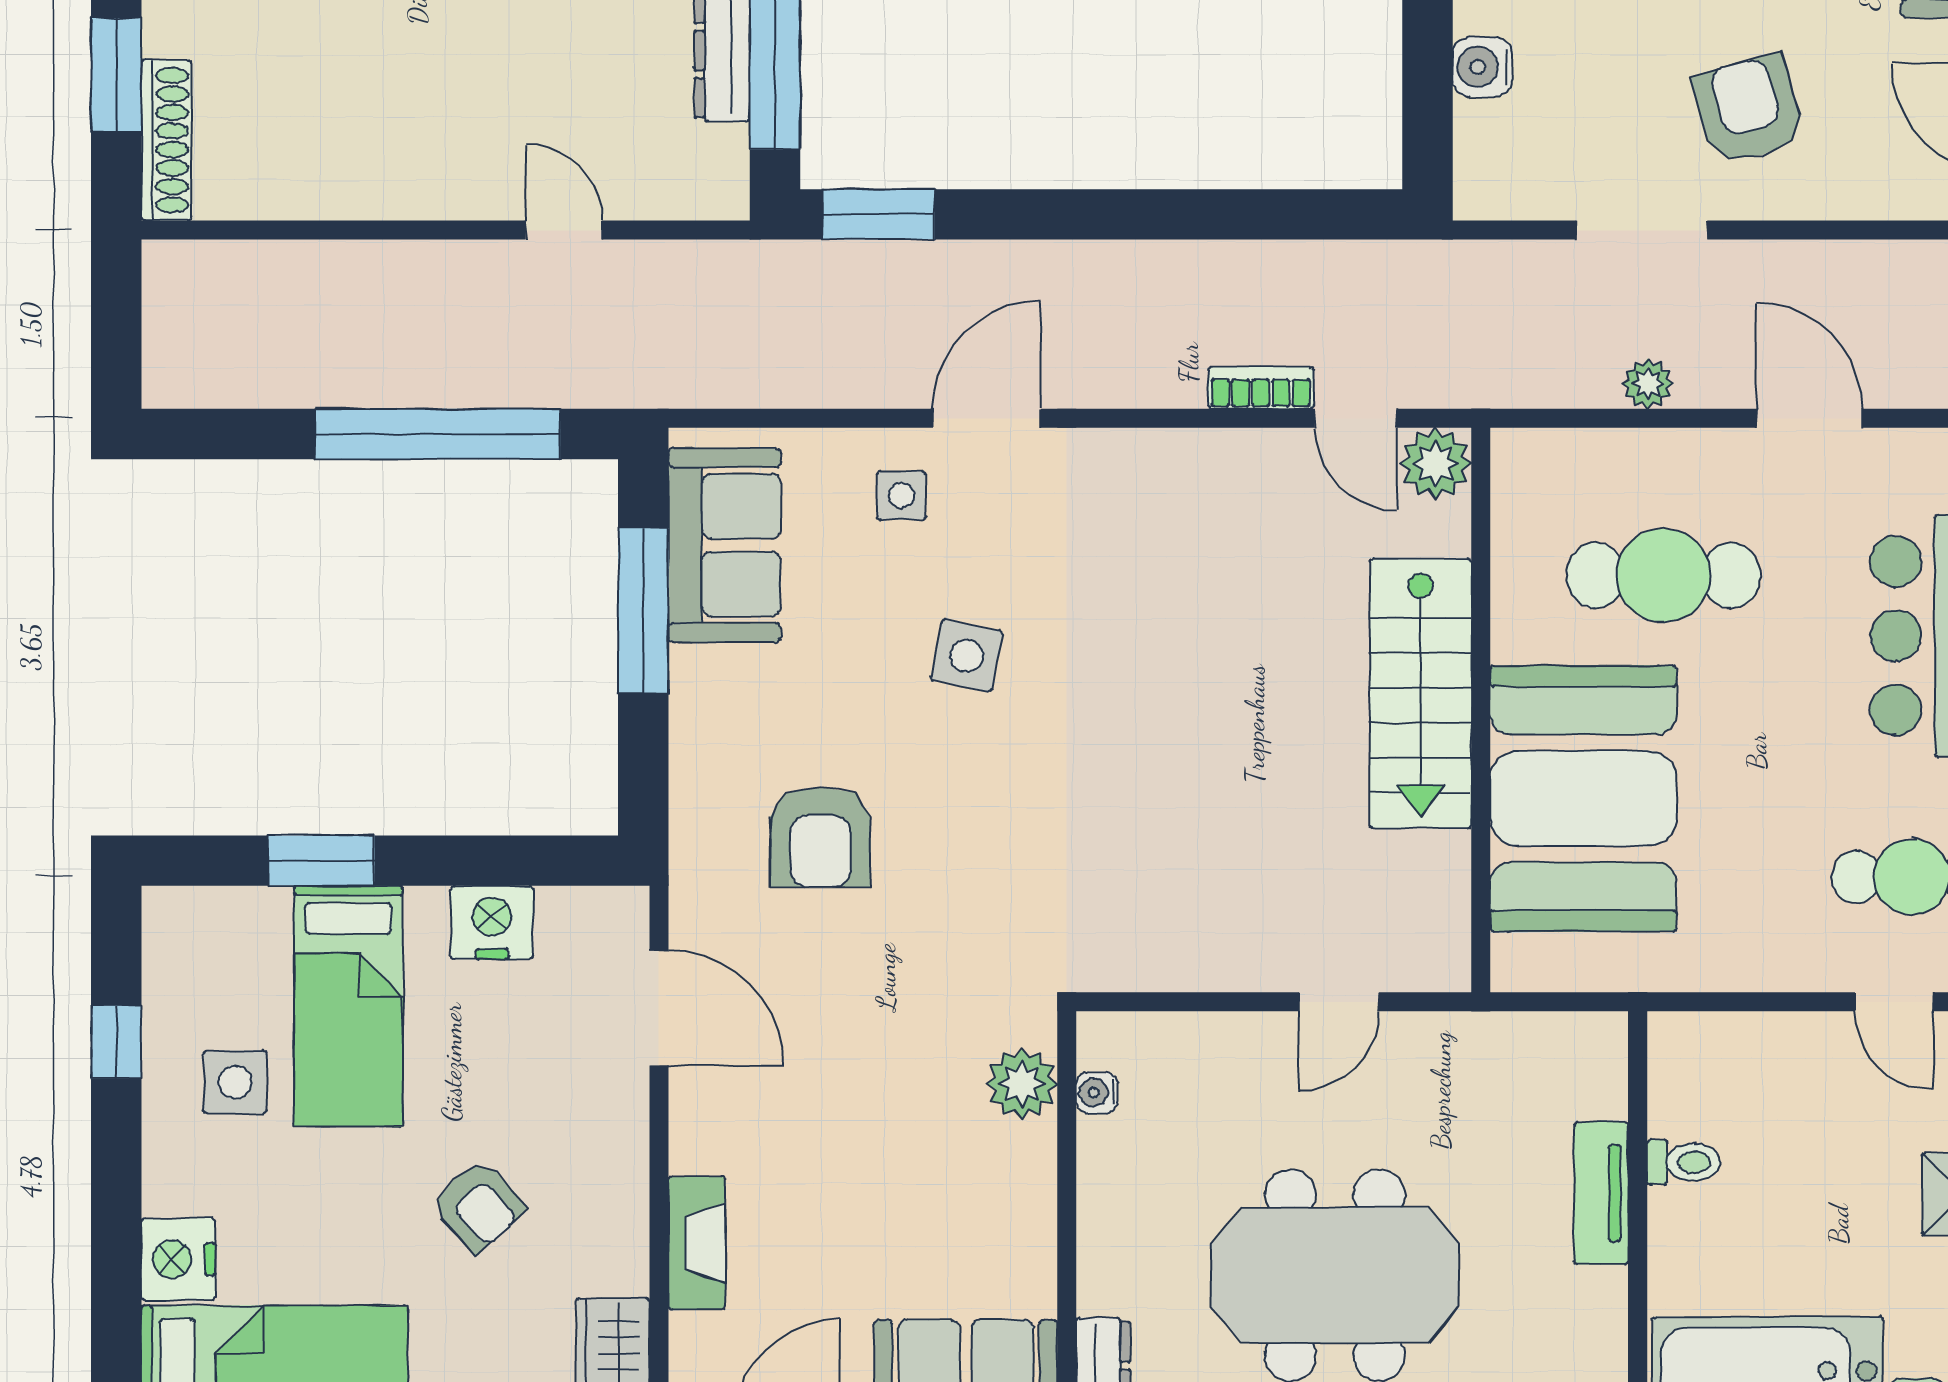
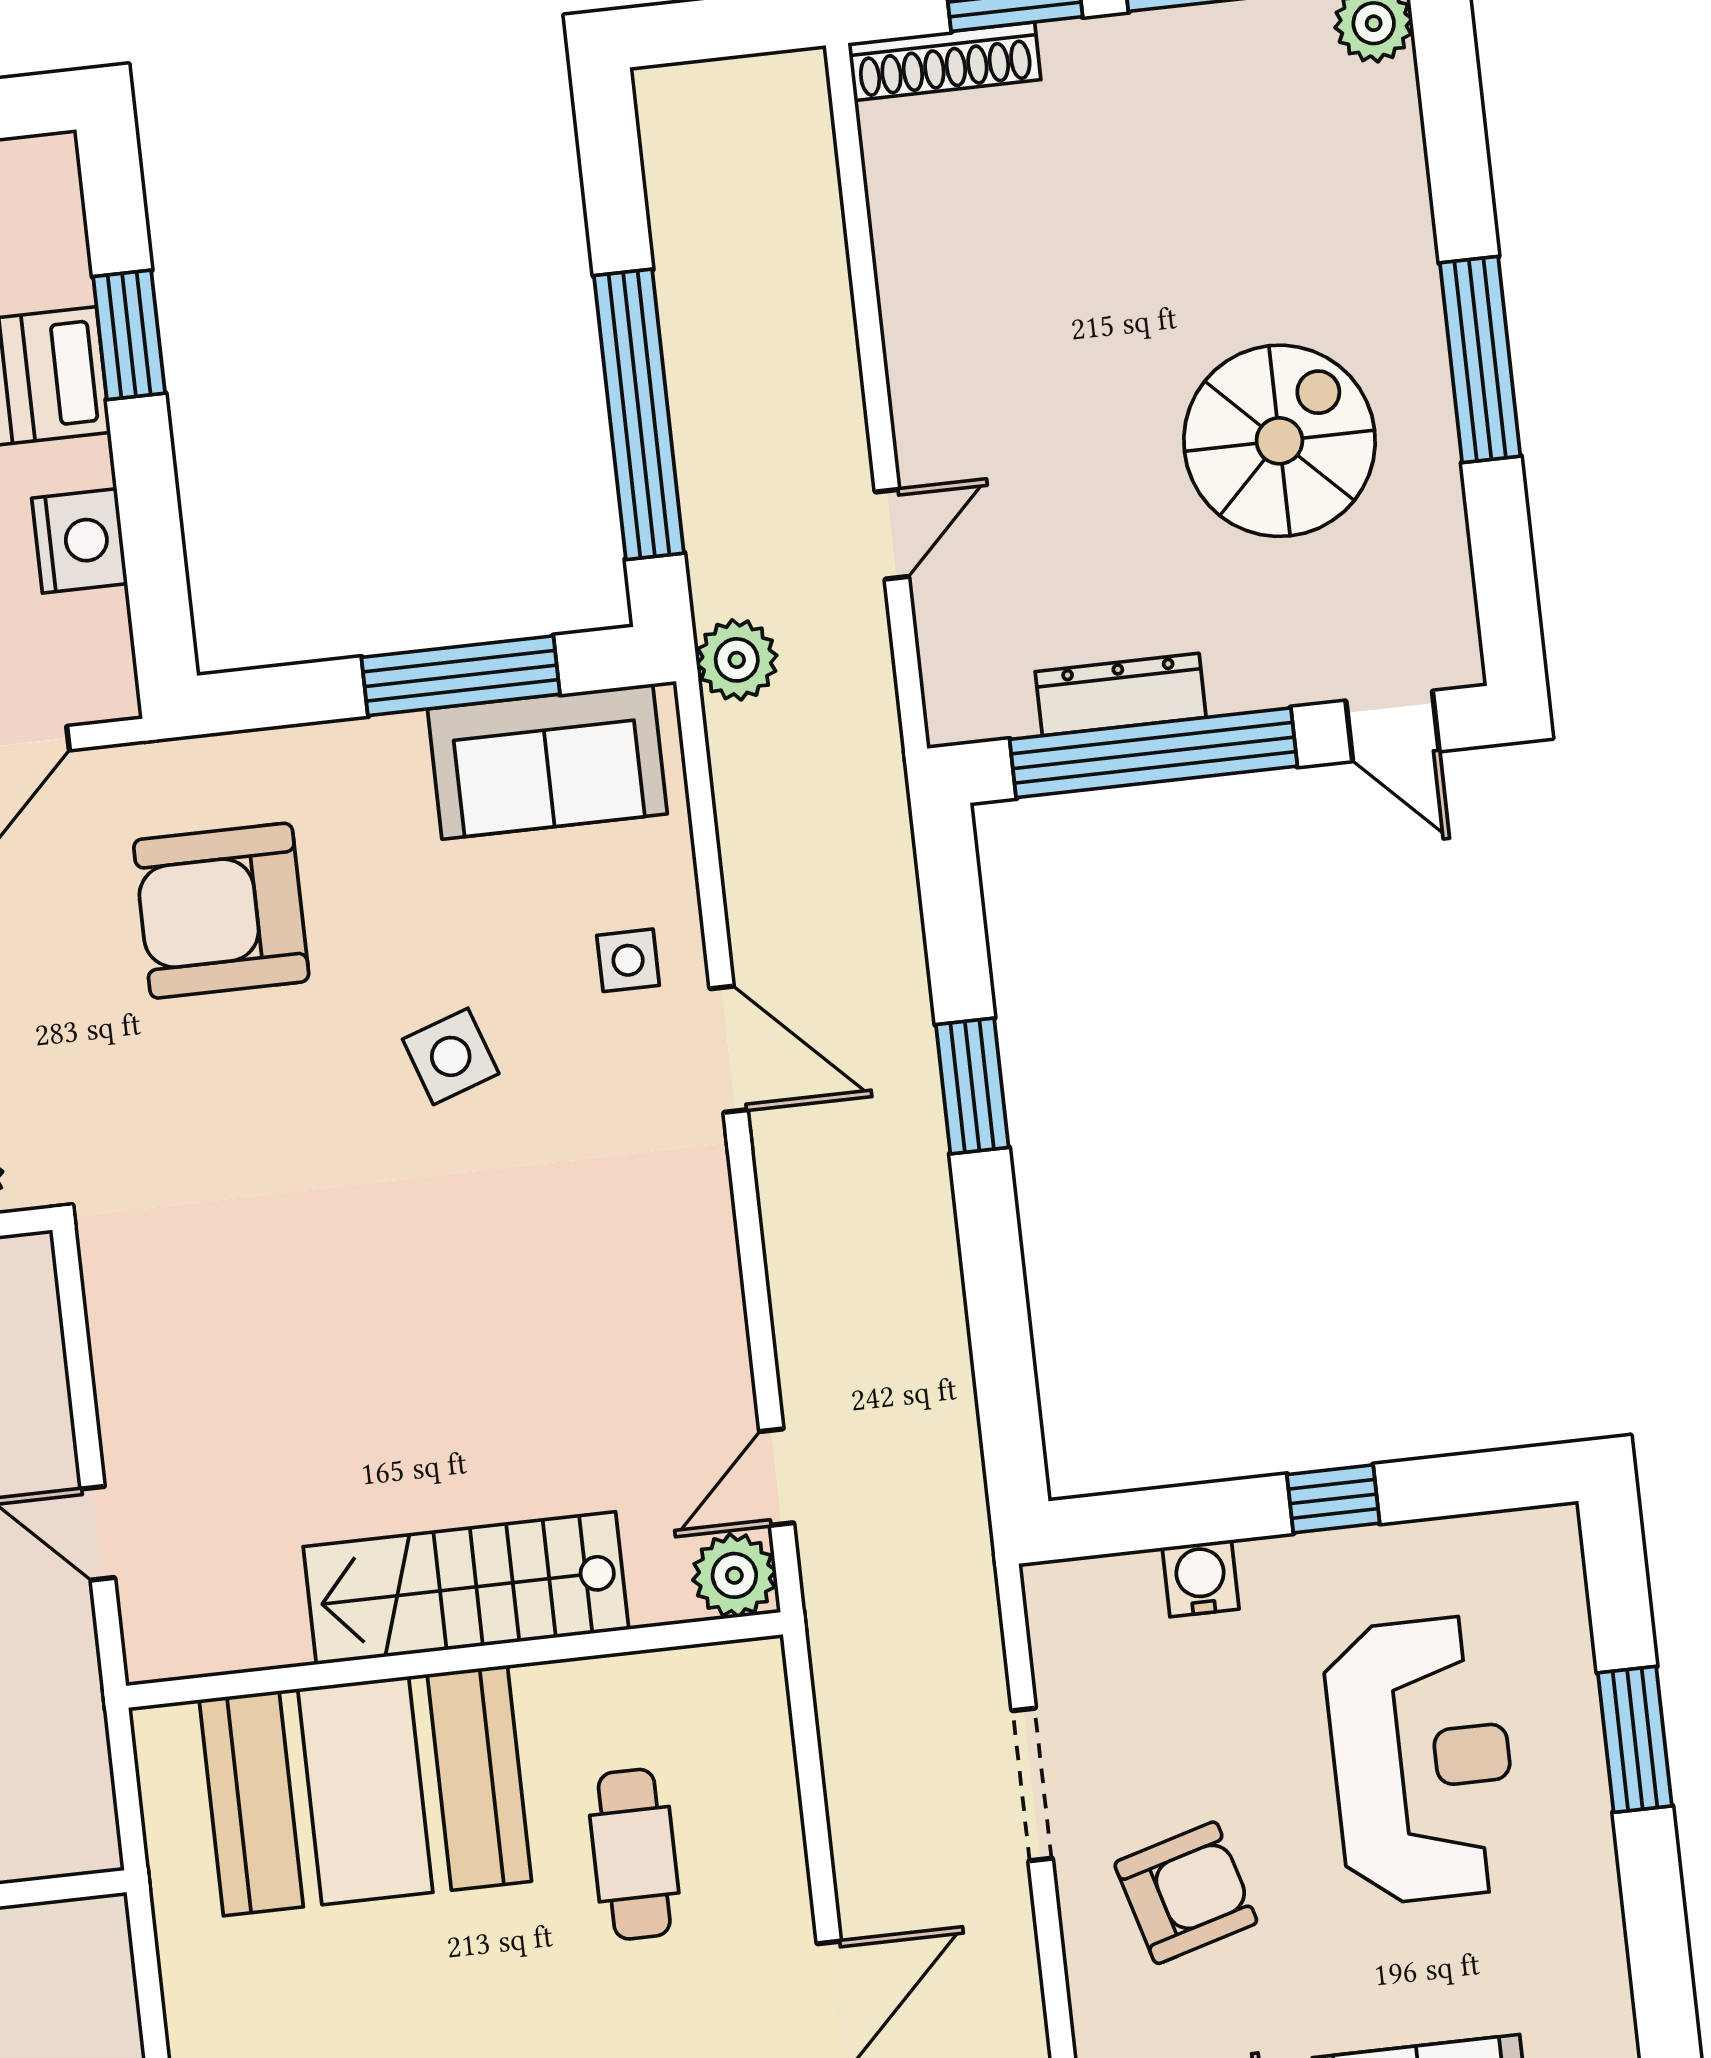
window: (879, 214) -> (972, 1086), moved
plant: (1648, 384) -> (737, 660), moved, width x1.38, depth x1.38
bookcase: (1261, 388) -> (800, 1363), removed
cafe table: (1663, 576) -> (634, 1854), width x0.73, depth x0.74
side table: (966, 656) -> (451, 1056), turned -30
armchair: (820, 837) -> (221, 911), width x1.36, depth x1.36

